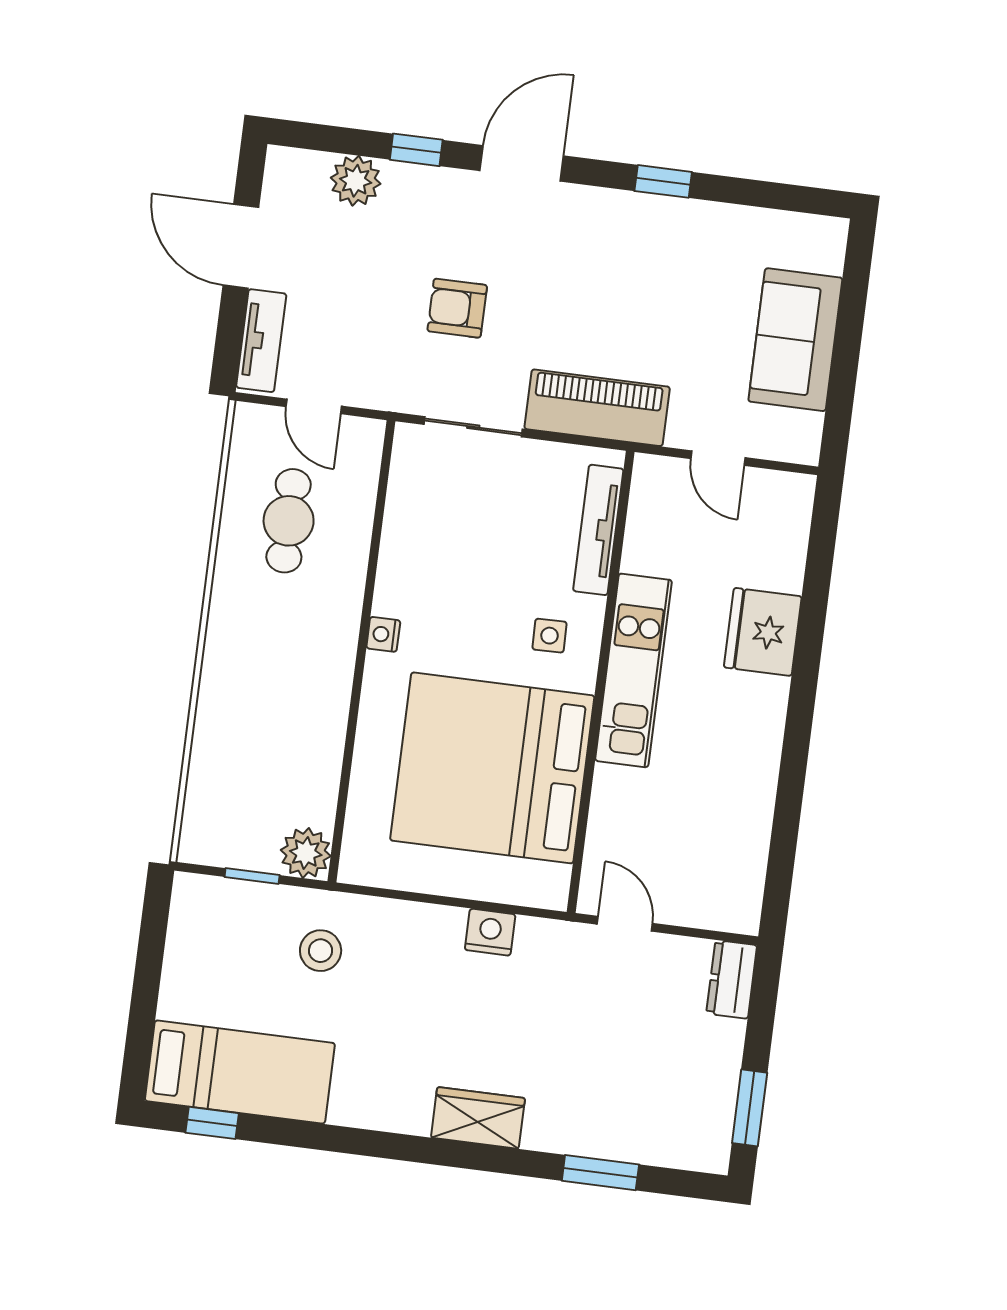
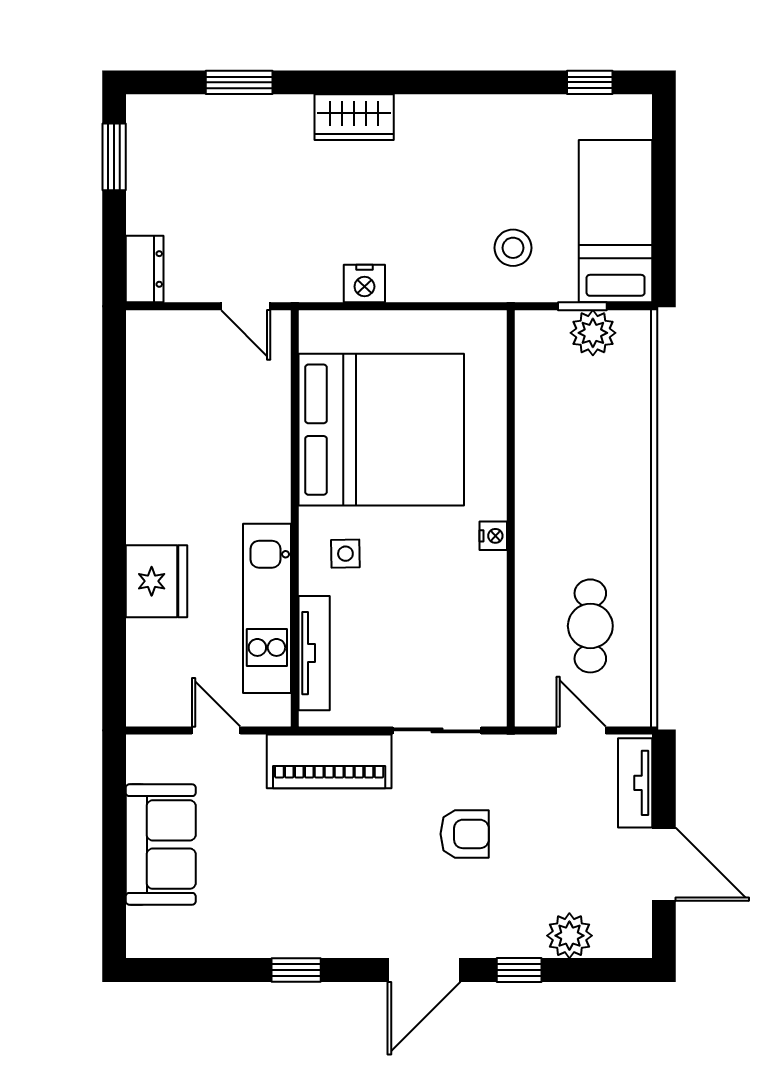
kitchen unit: (633, 670) -> (267, 608), moved
plant: (306, 853) -> (593, 333), moved
bed: (240, 1072) -> (616, 221), moved, turned 90

